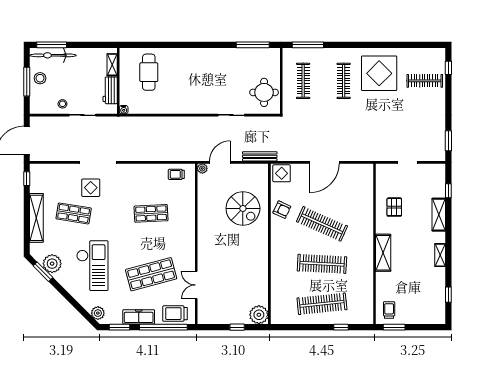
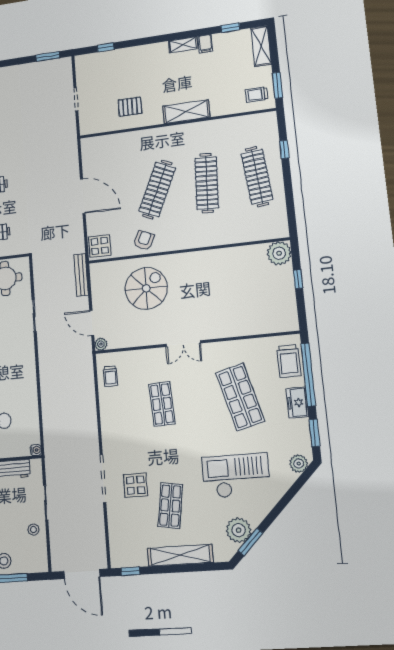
shelving: (439, 215) -> (261, 46), moved, turned 90
filing cabinet: (438, 273) -> (205, 44), added
double door: (196, 285) -> (183, 344), moved
freezer: (139, 317) -> (297, 403), width x0.71

